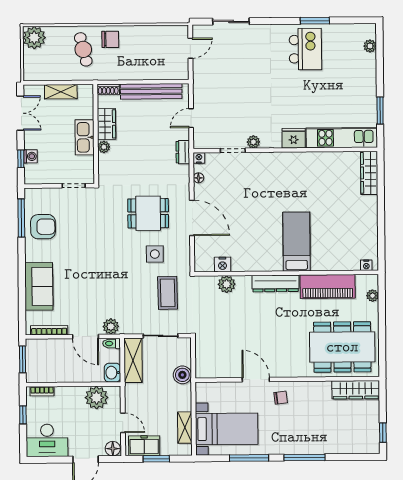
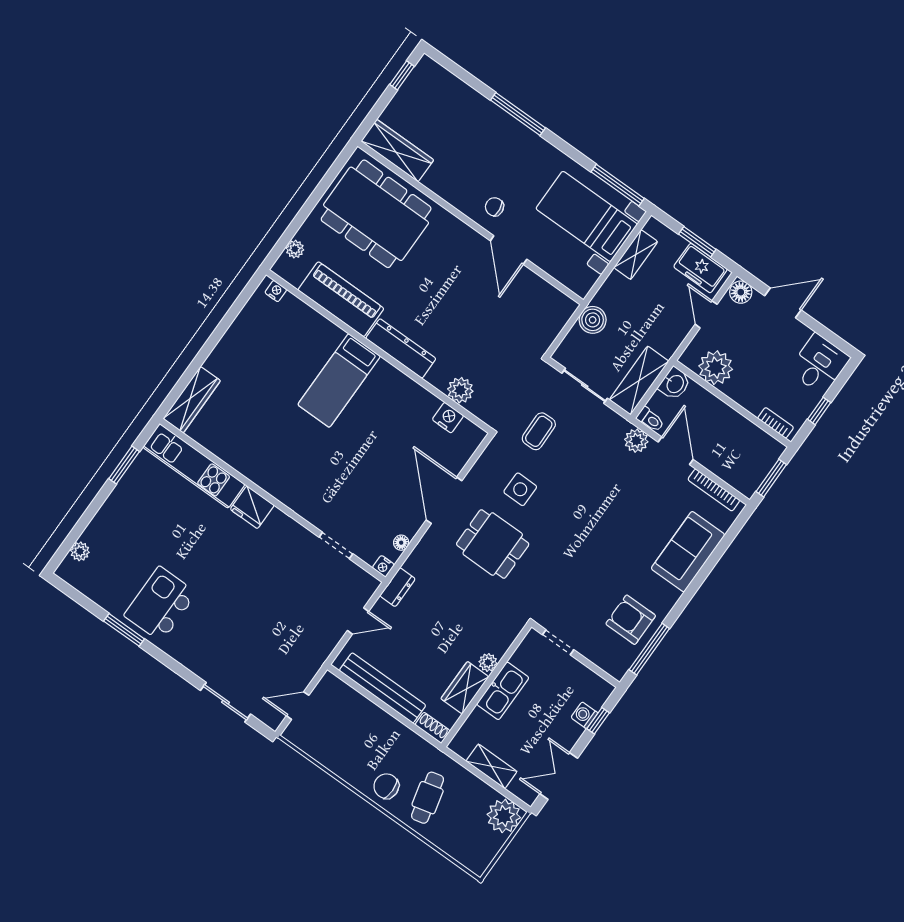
plant: (34, 38) -> (504, 816), moved
plant: (253, 142) -> (304, 538), removed
coffee table: (168, 293) -> (539, 431), width x0.73, depth x0.77
desk: (47, 440) -> (819, 364), width x0.73
window: (249, 458) -> (618, 185), moved

